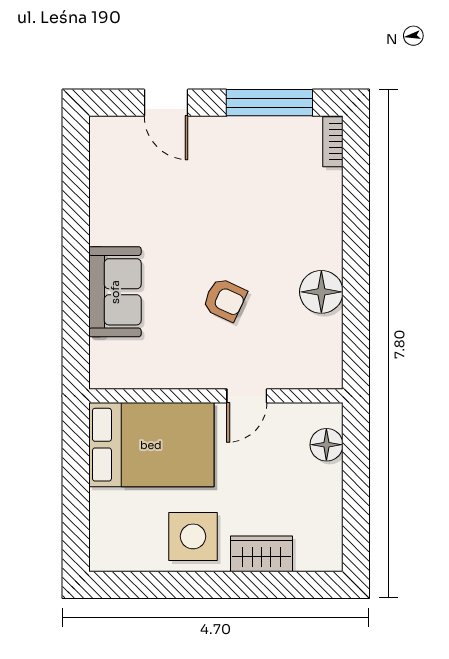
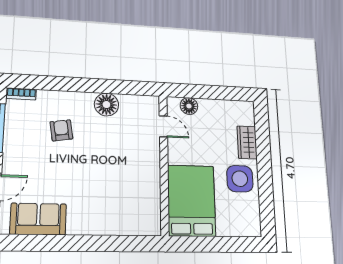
sofa: (115, 292) -> (38, 219), moved
armchair: (225, 300) -> (61, 130), moved, turned -34
door: (247, 396) -> (163, 126), moved

